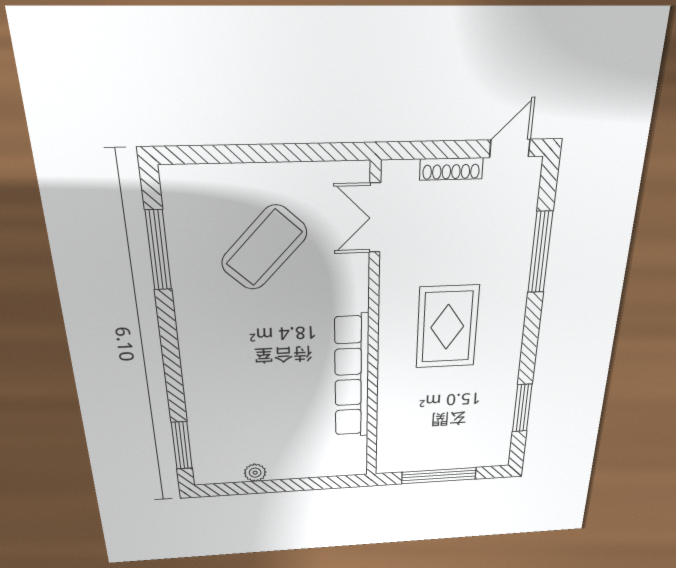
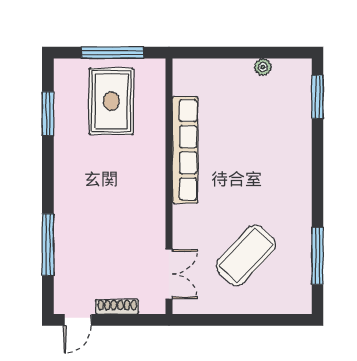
rug: (447, 327) -> (111, 101), moved

